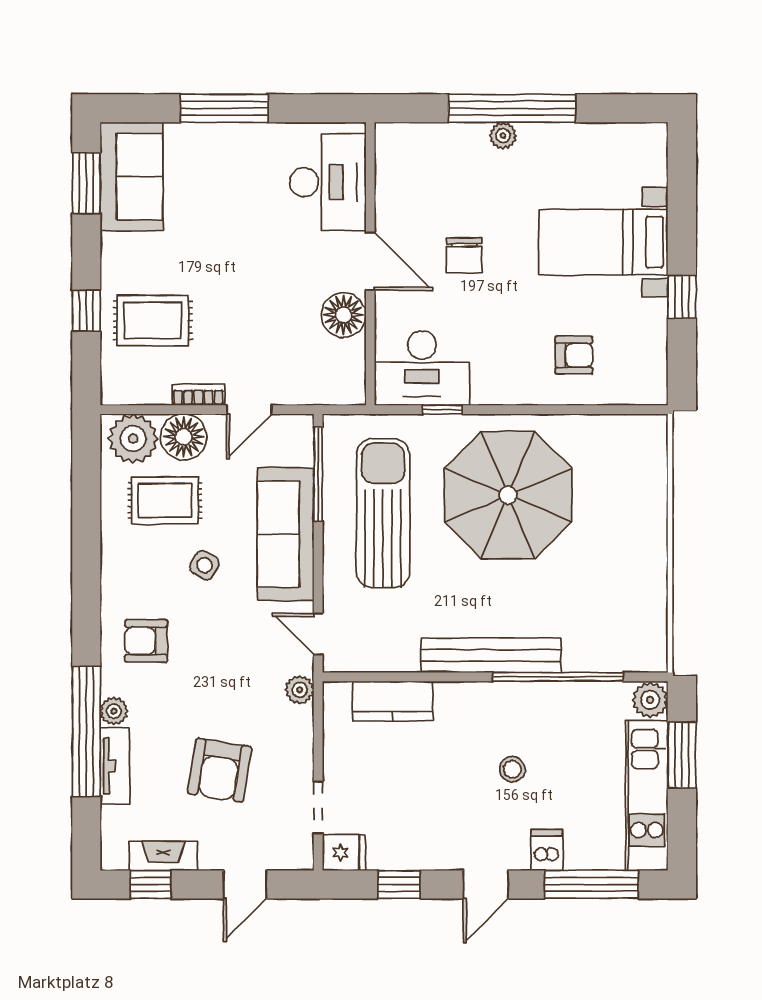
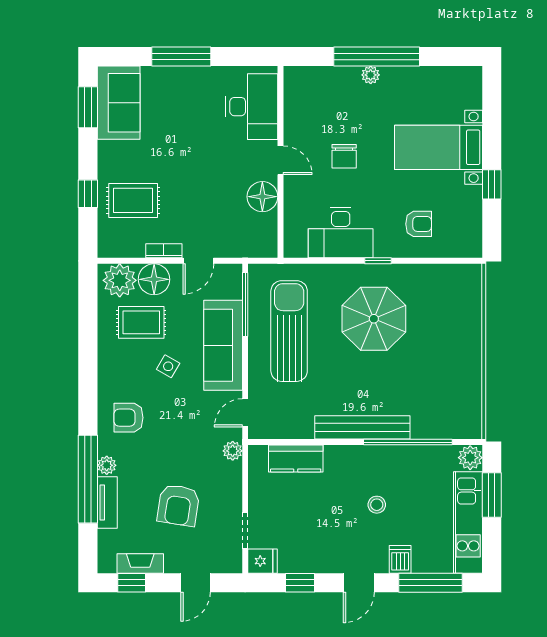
door: (370, 261) -> (280, 160), width x0.73
desk: (422, 368) -> (341, 233), moved
window: (442, 410) -> (378, 261), moved
parasol: (508, 495) -> (374, 319), width x0.73, depth x0.73
door: (318, 634) -> (245, 413), hinge flipped

